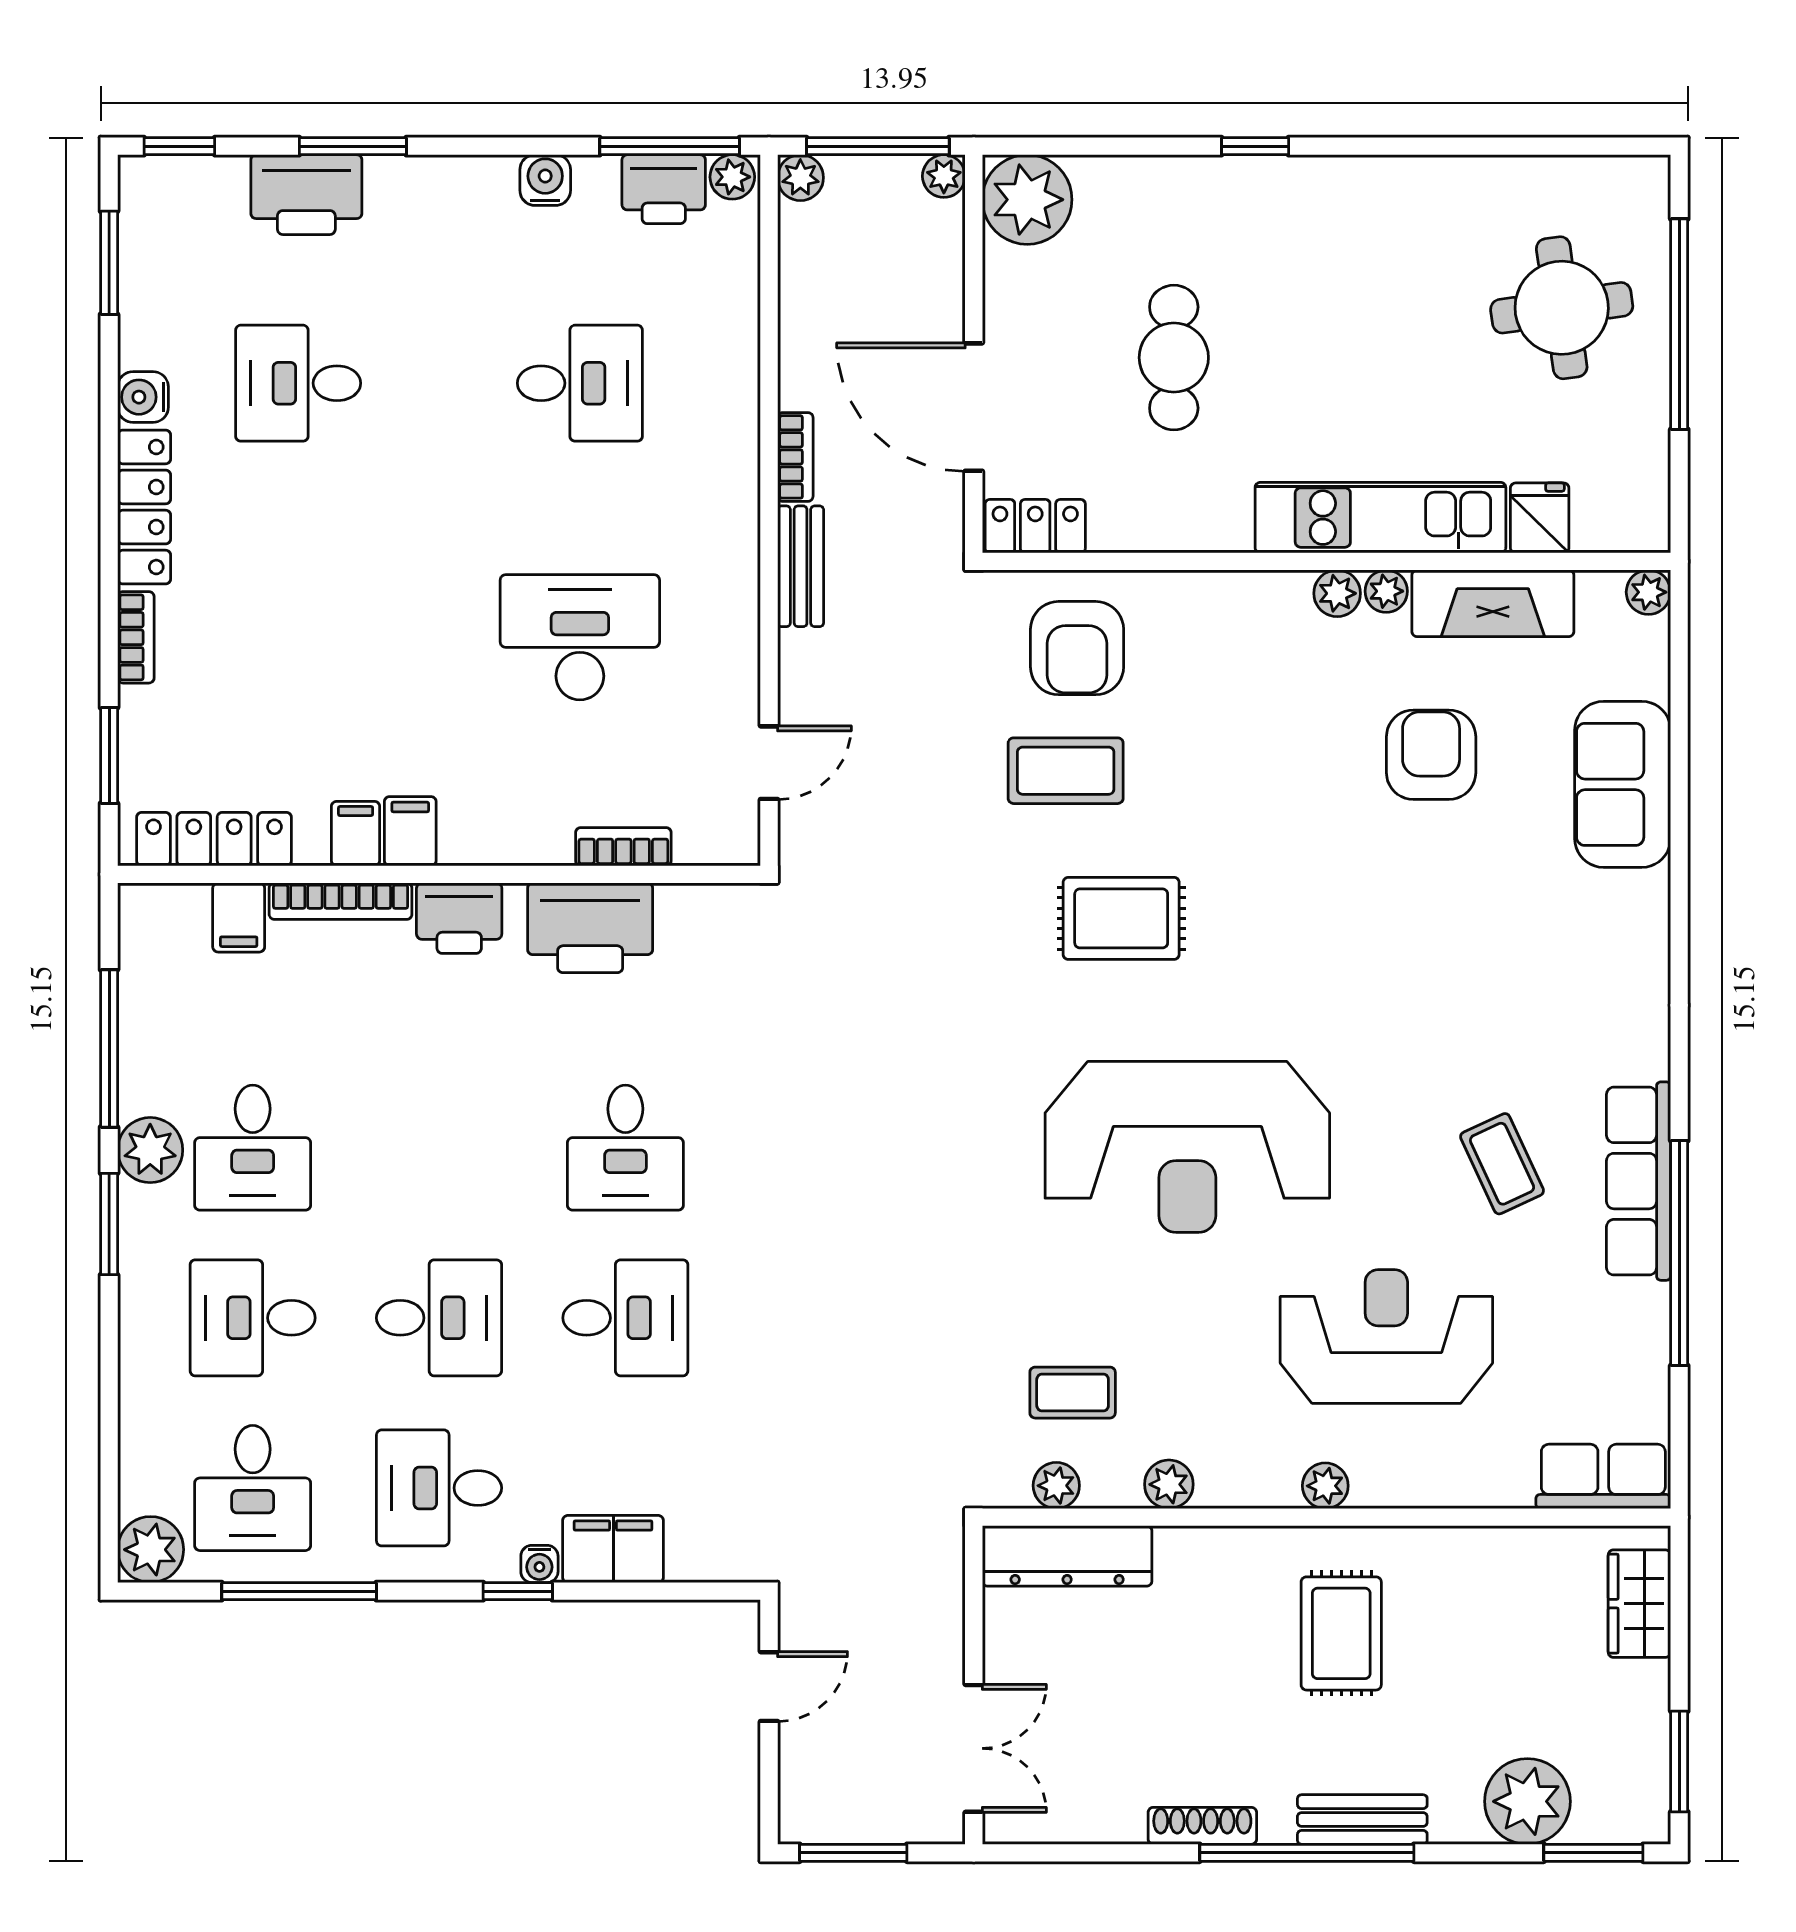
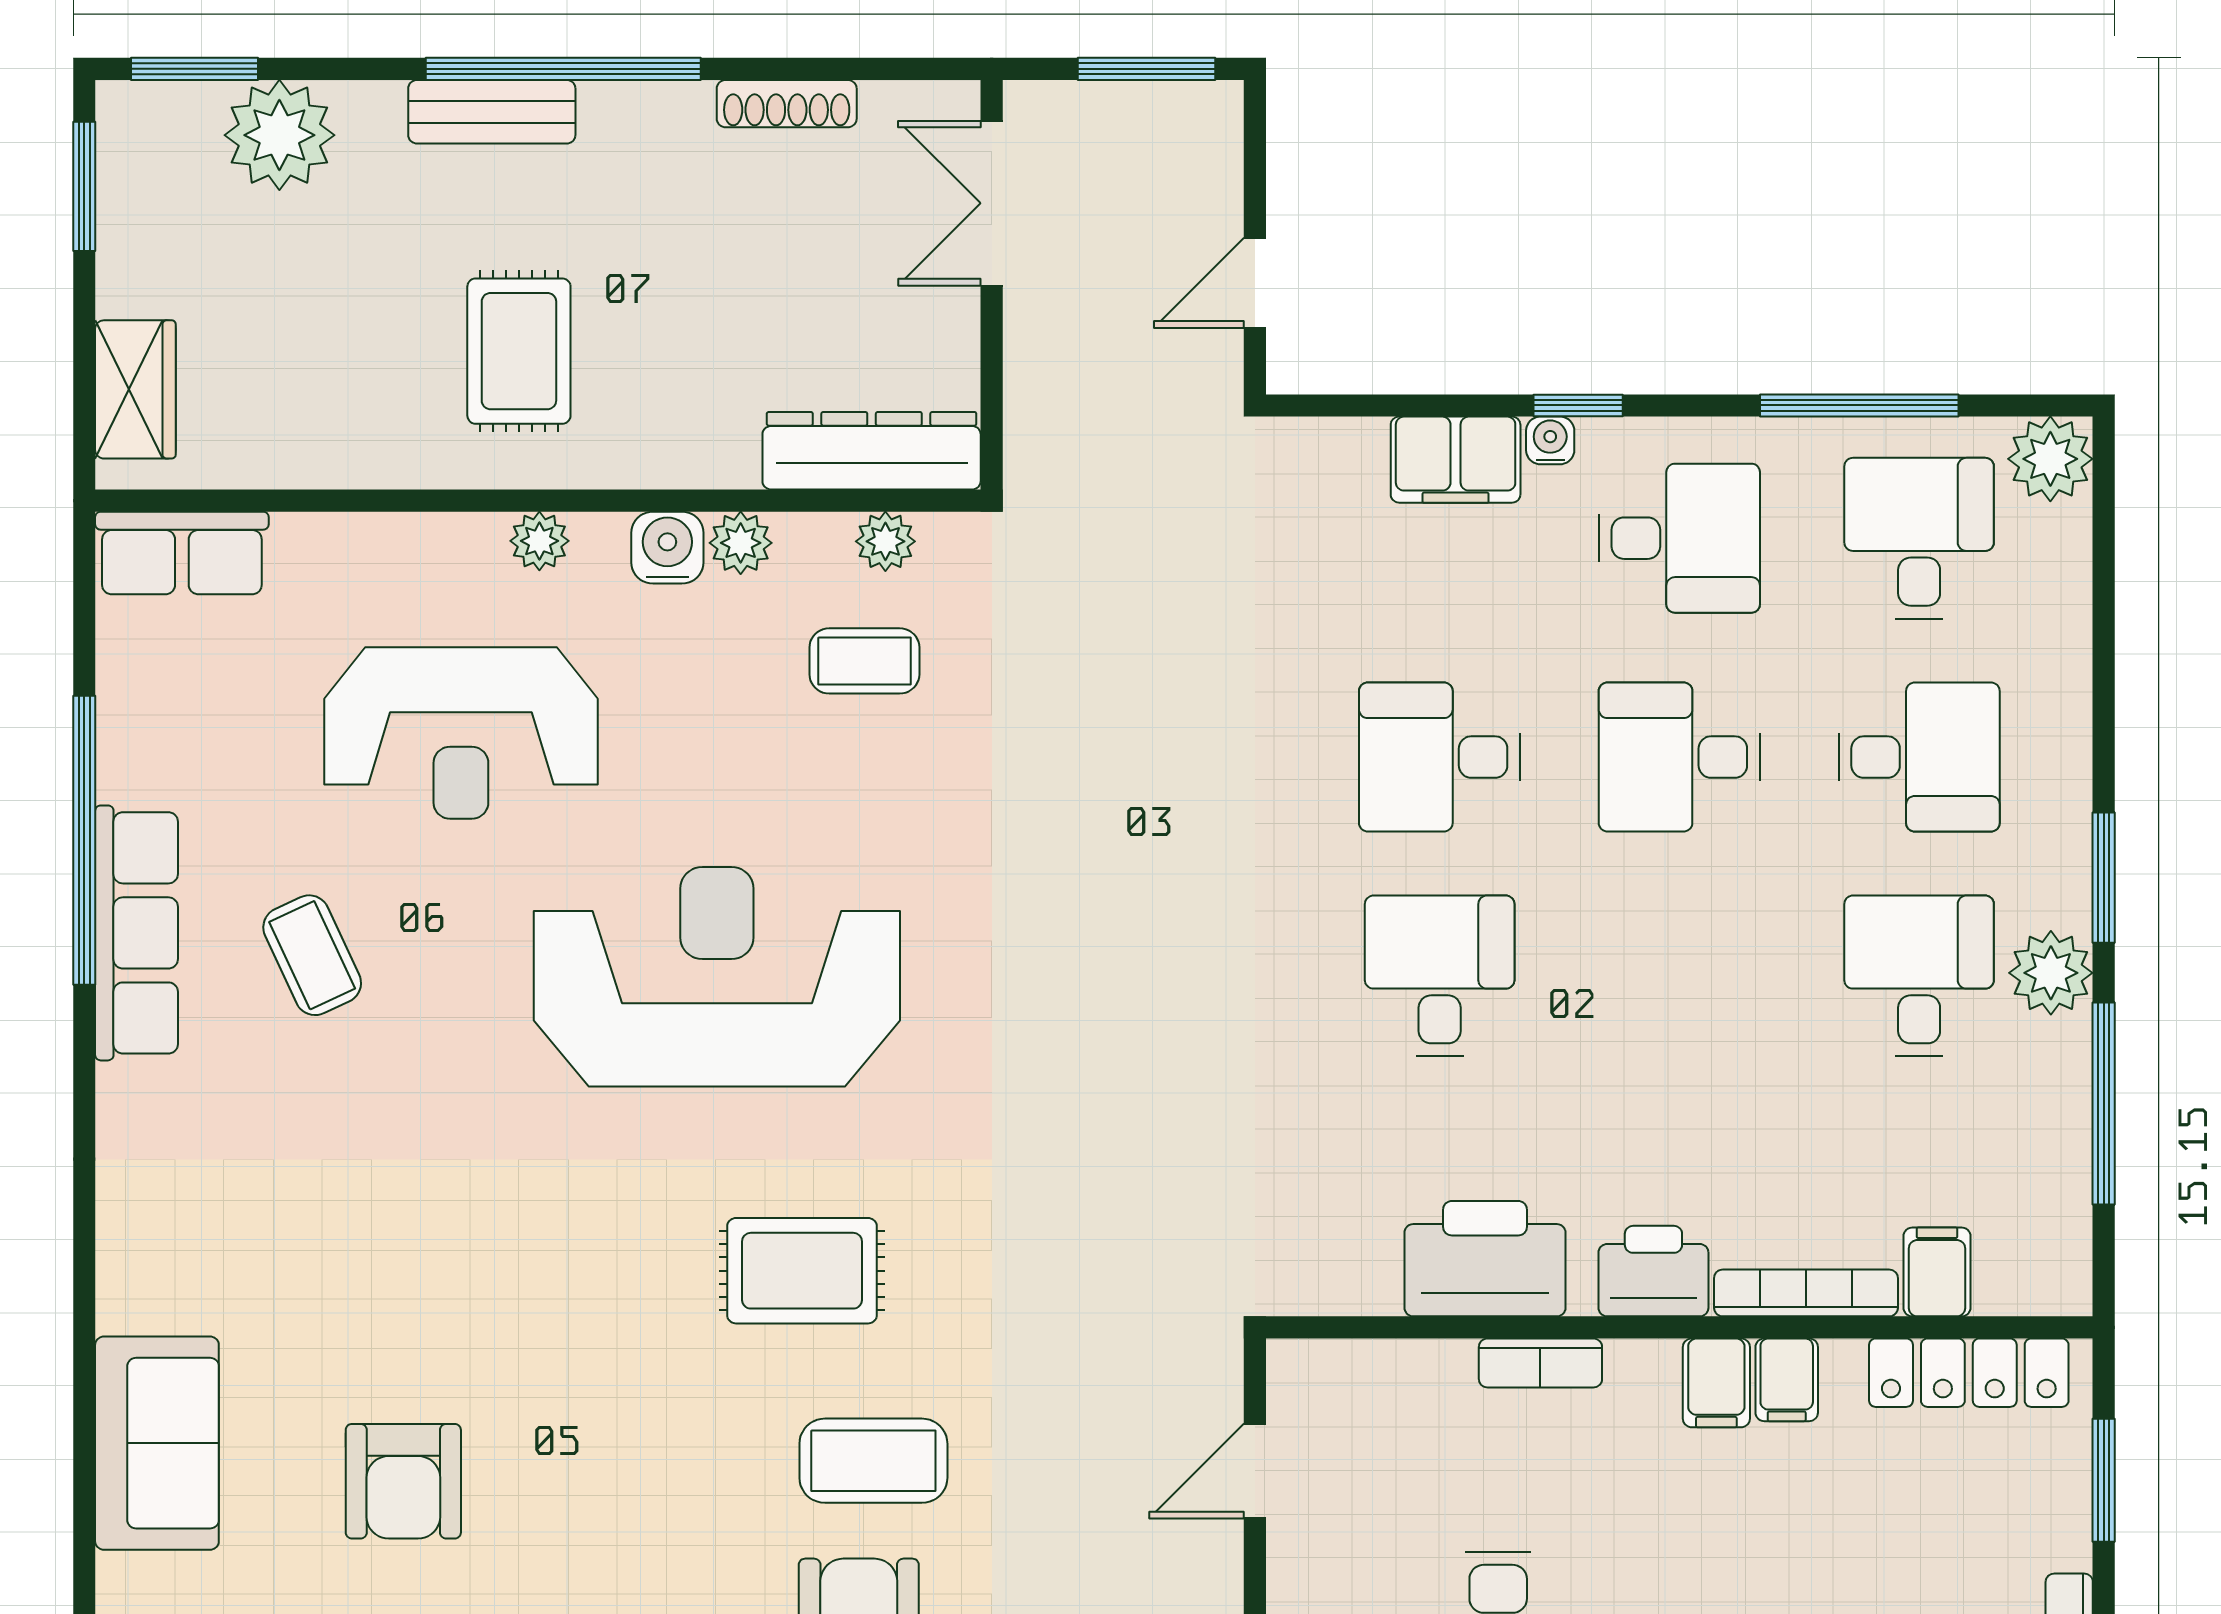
bookcase: (623, 847) -> (1540, 1363), moved
water cooler: (1226, 1481) -> (667, 548), added
shoe rack: (1202, 1826) -> (787, 104), moved

